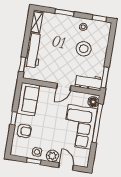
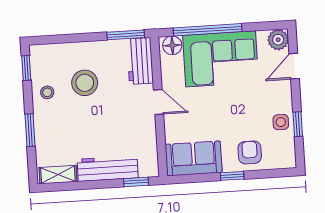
plant: (52, 156) -> (278, 40), moved

